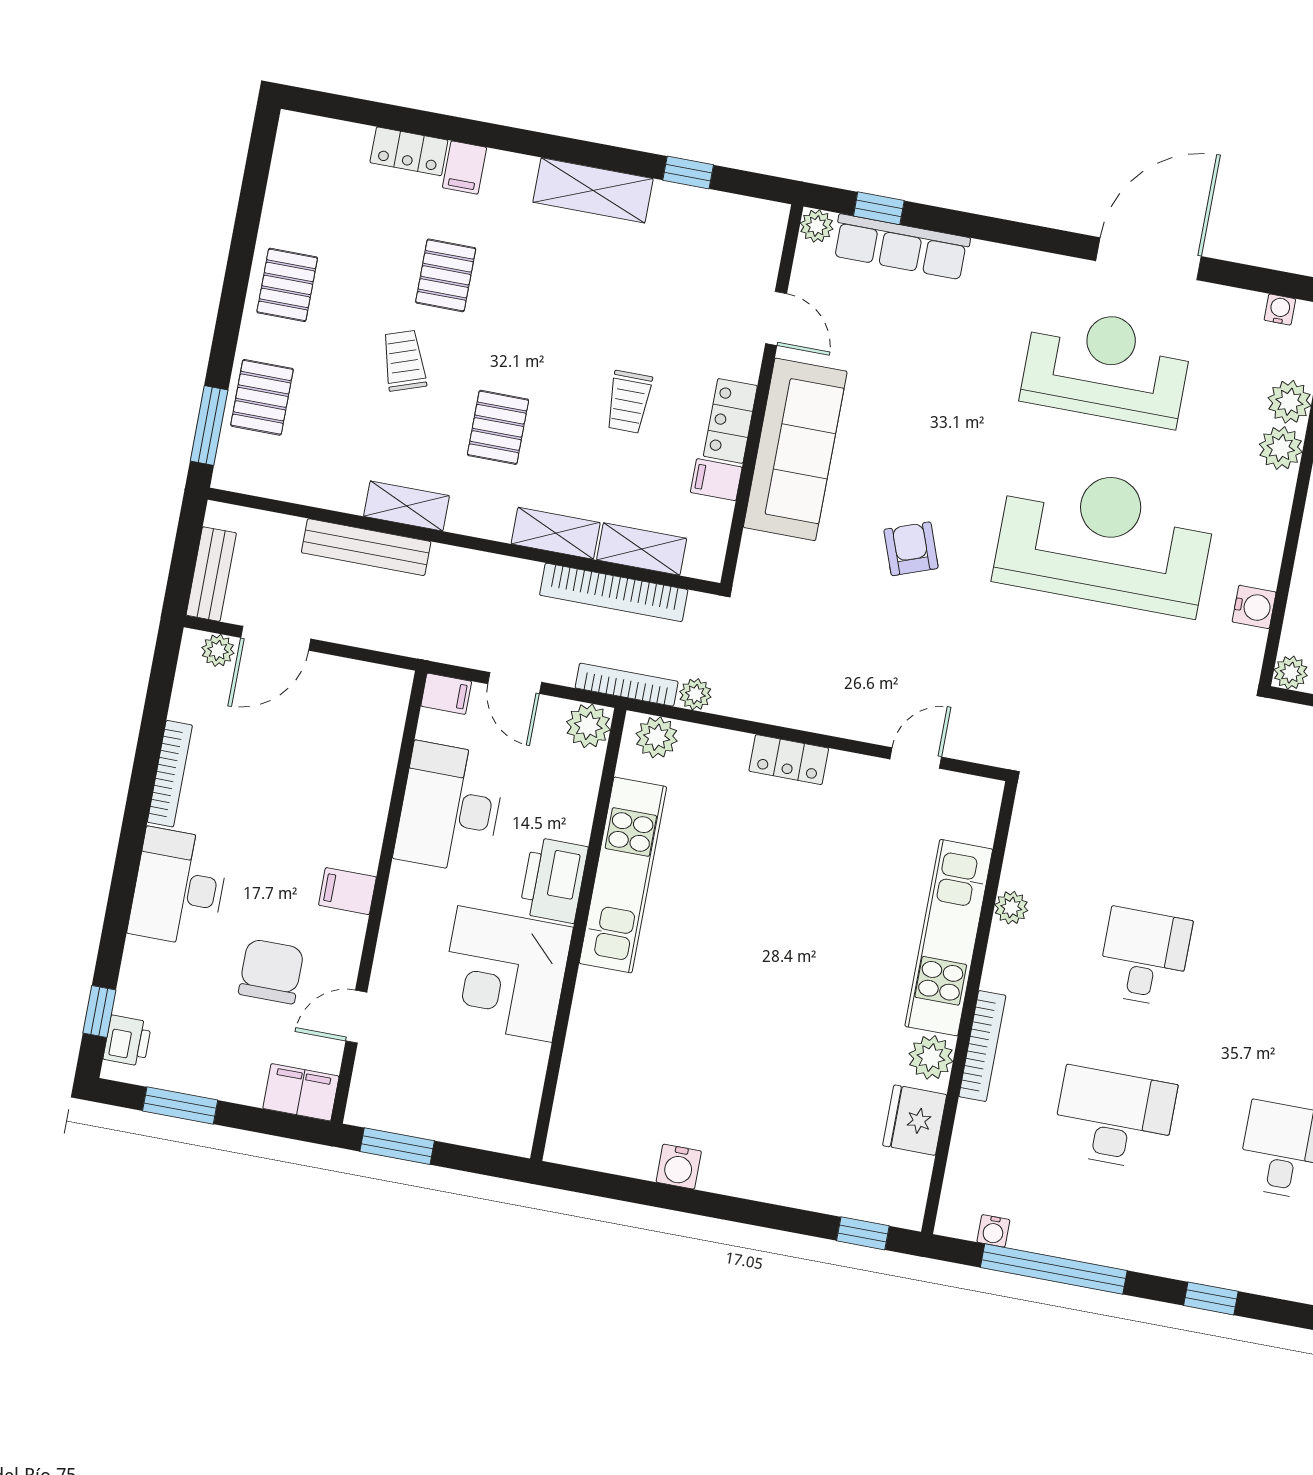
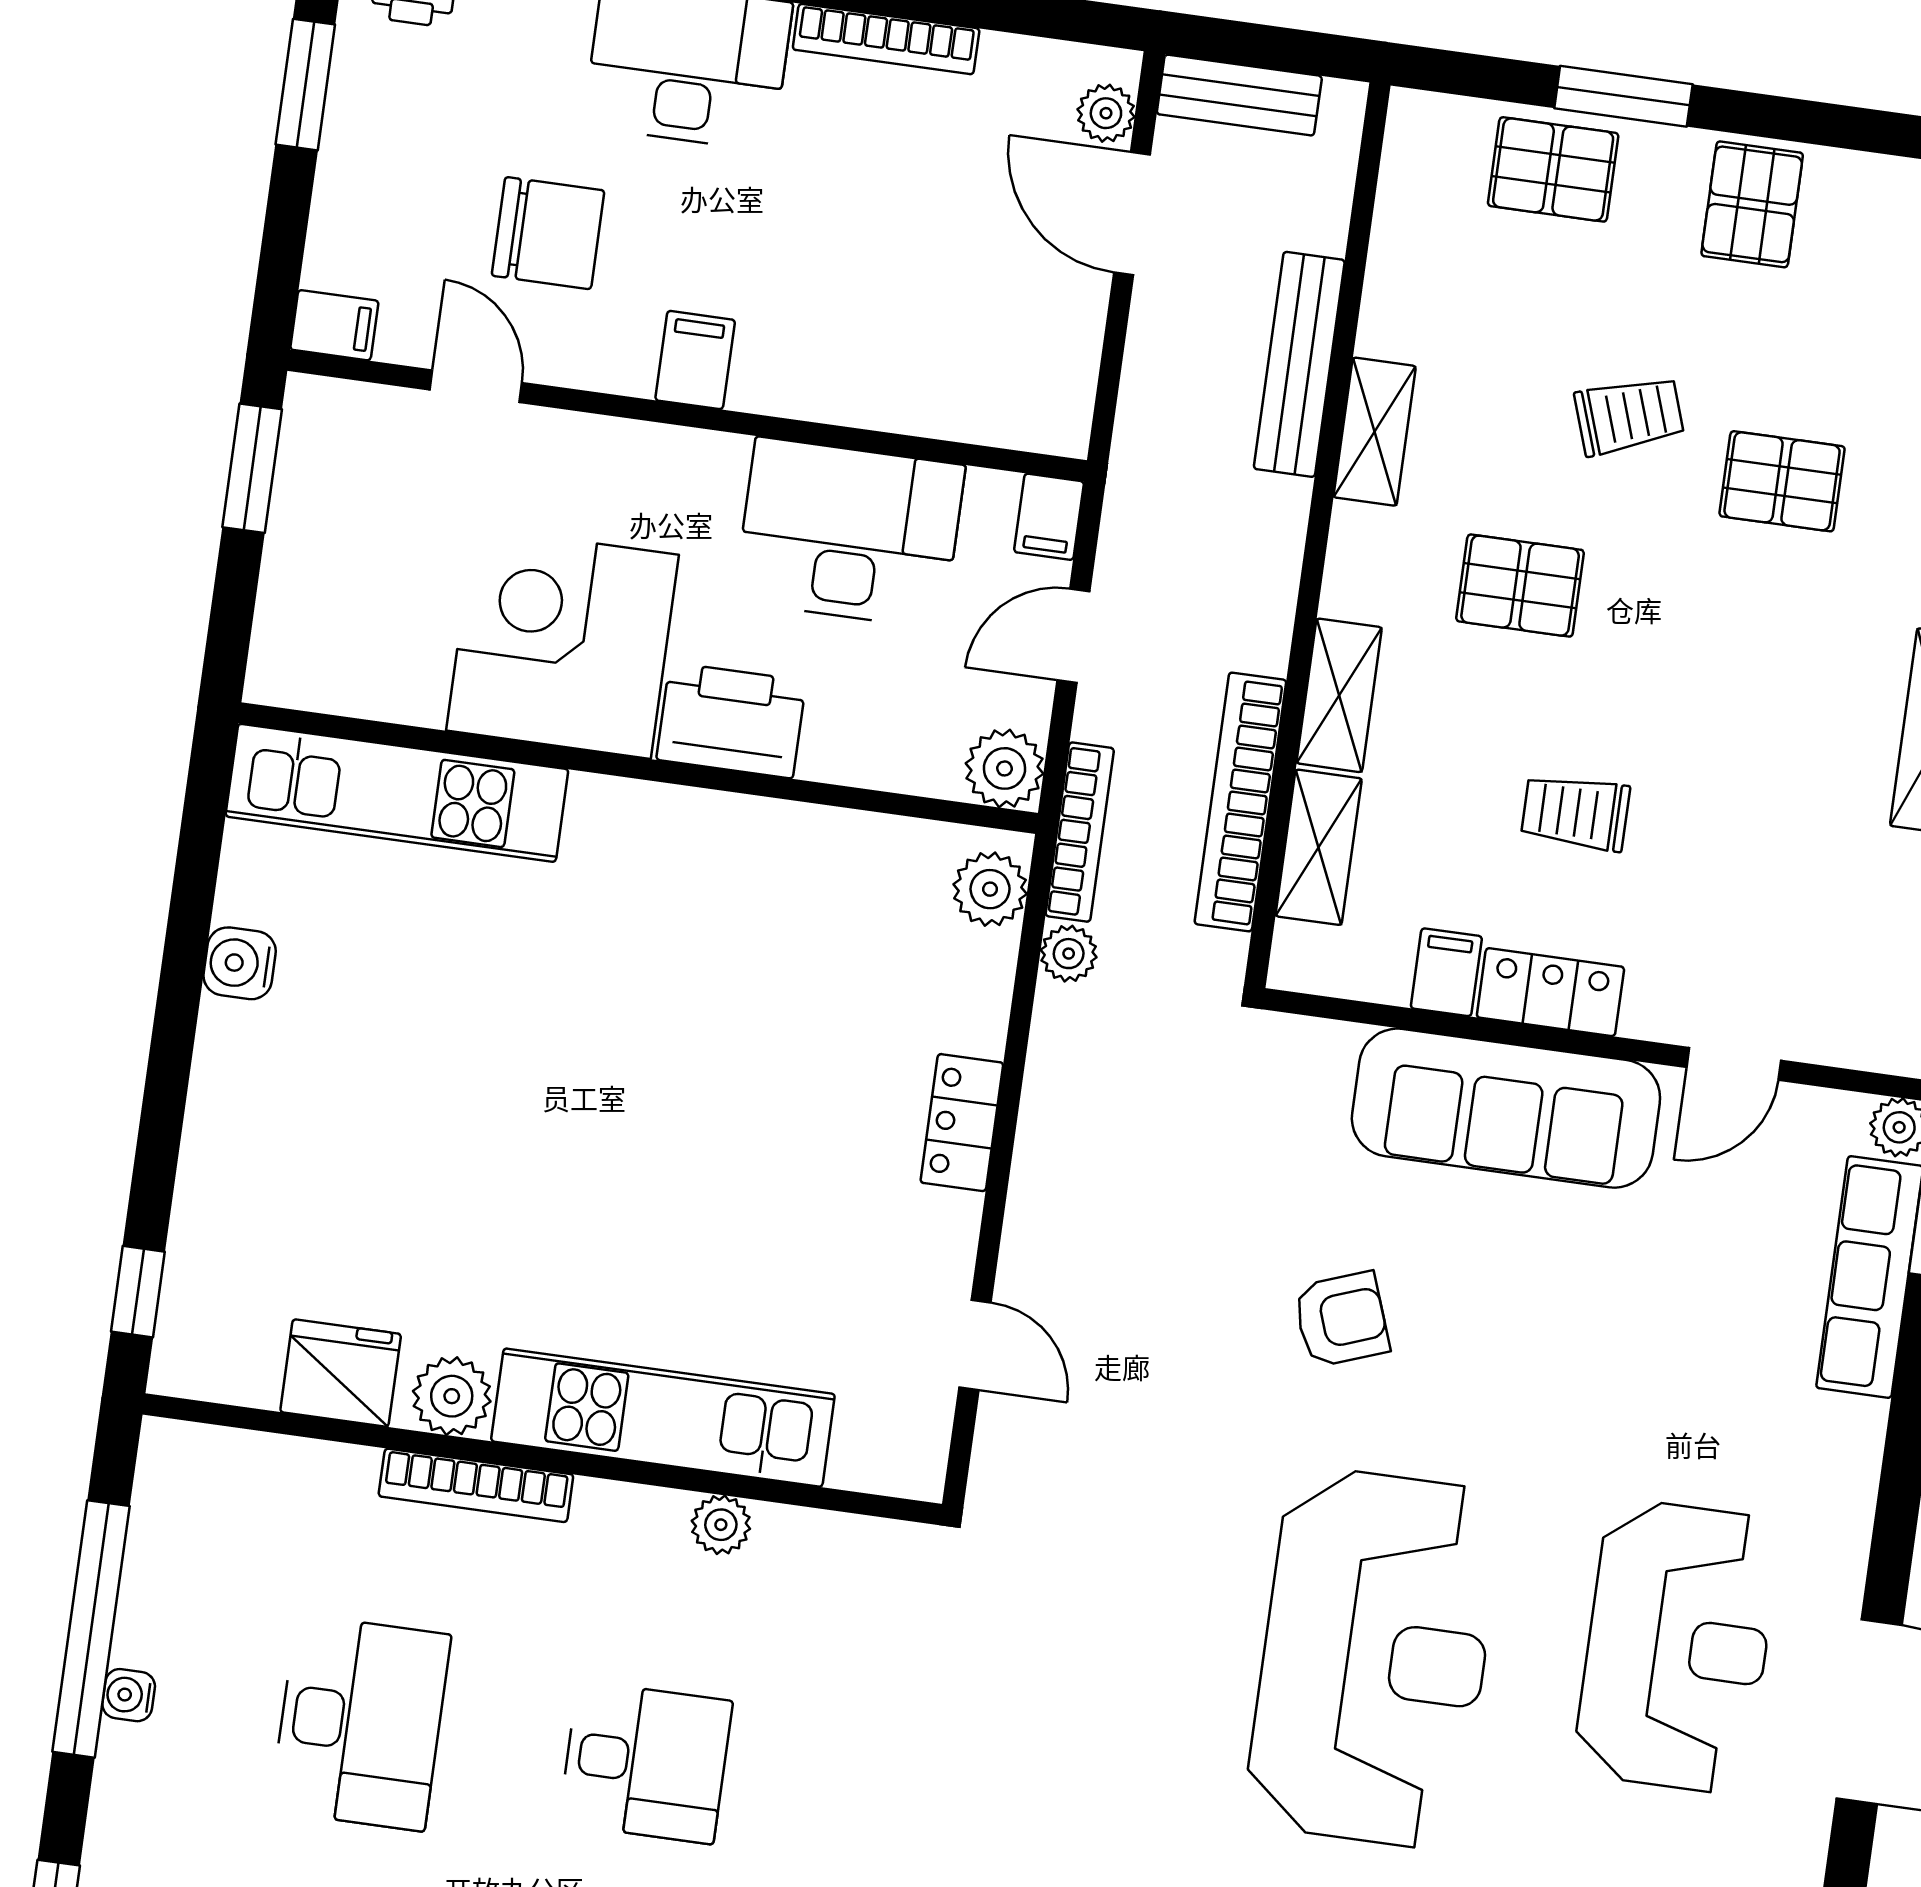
pallet: (287, 285) -> (1752, 204), turned 90
window: (209, 426) -> (1623, 96), moved
kitchen unit: (623, 875) -> (397, 793), moved
filing cabinet: (301, 1092) -> (334, 325), width x0.50
water cooler: (993, 1231) -> (129, 1695), moved

